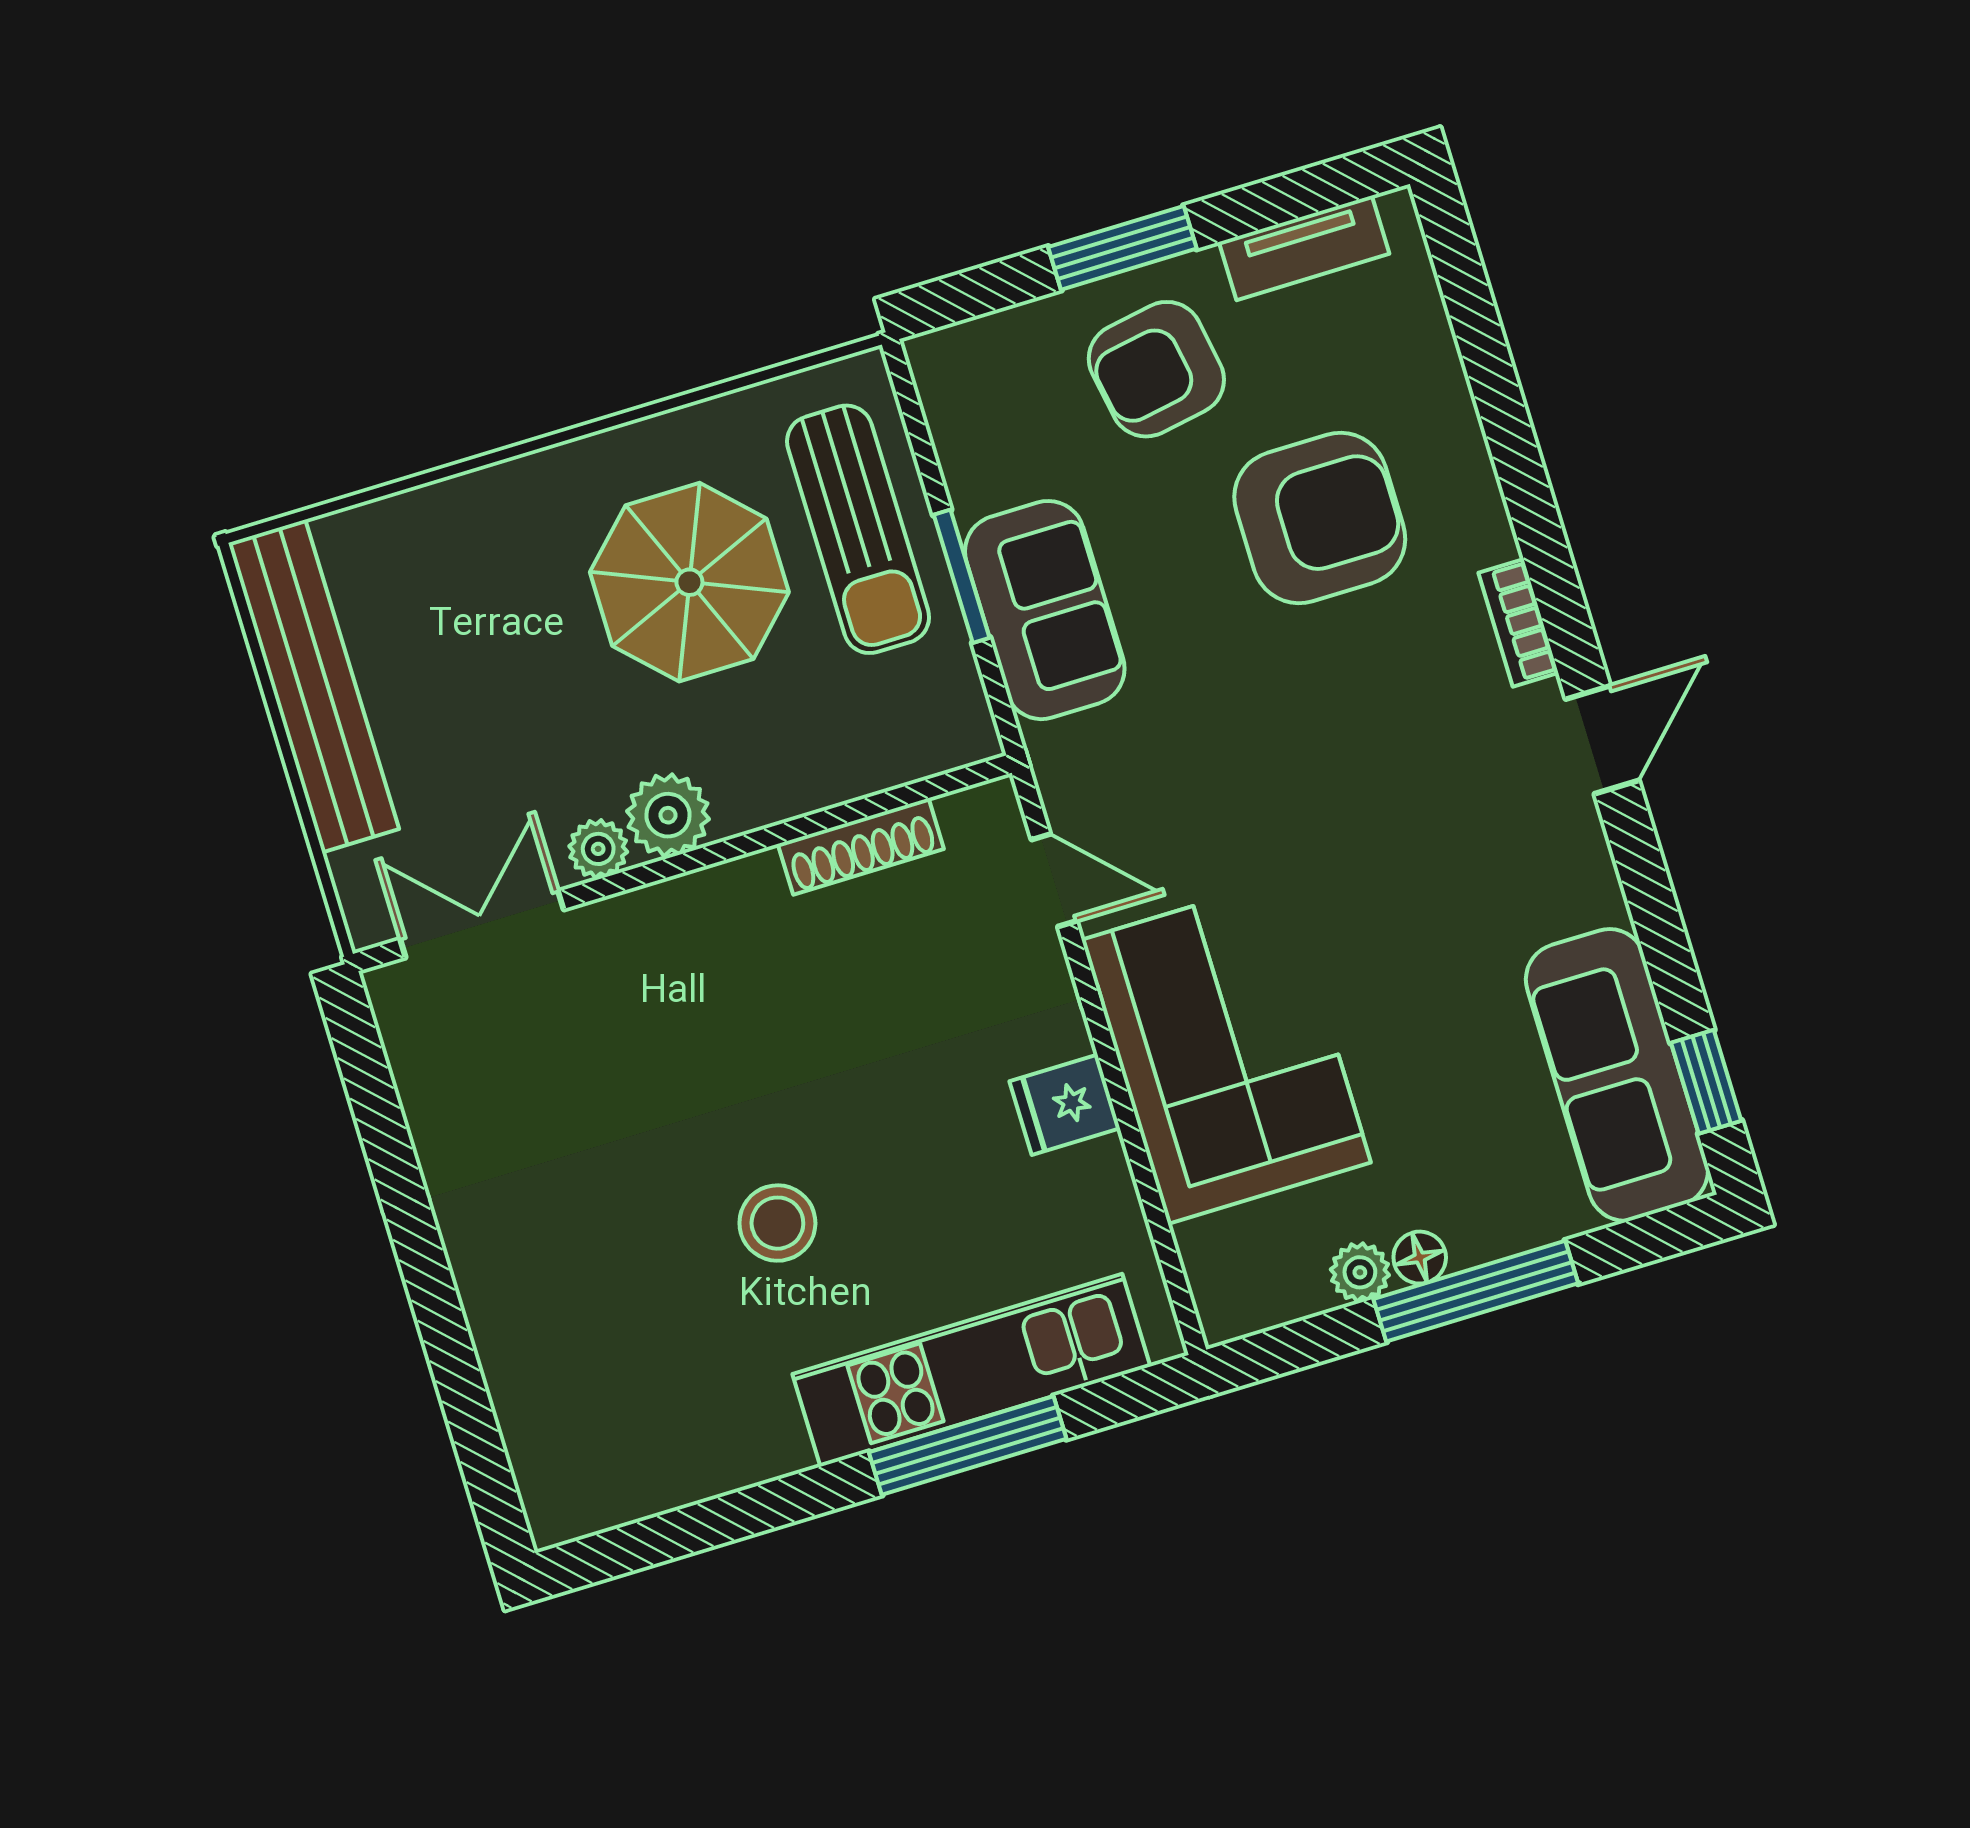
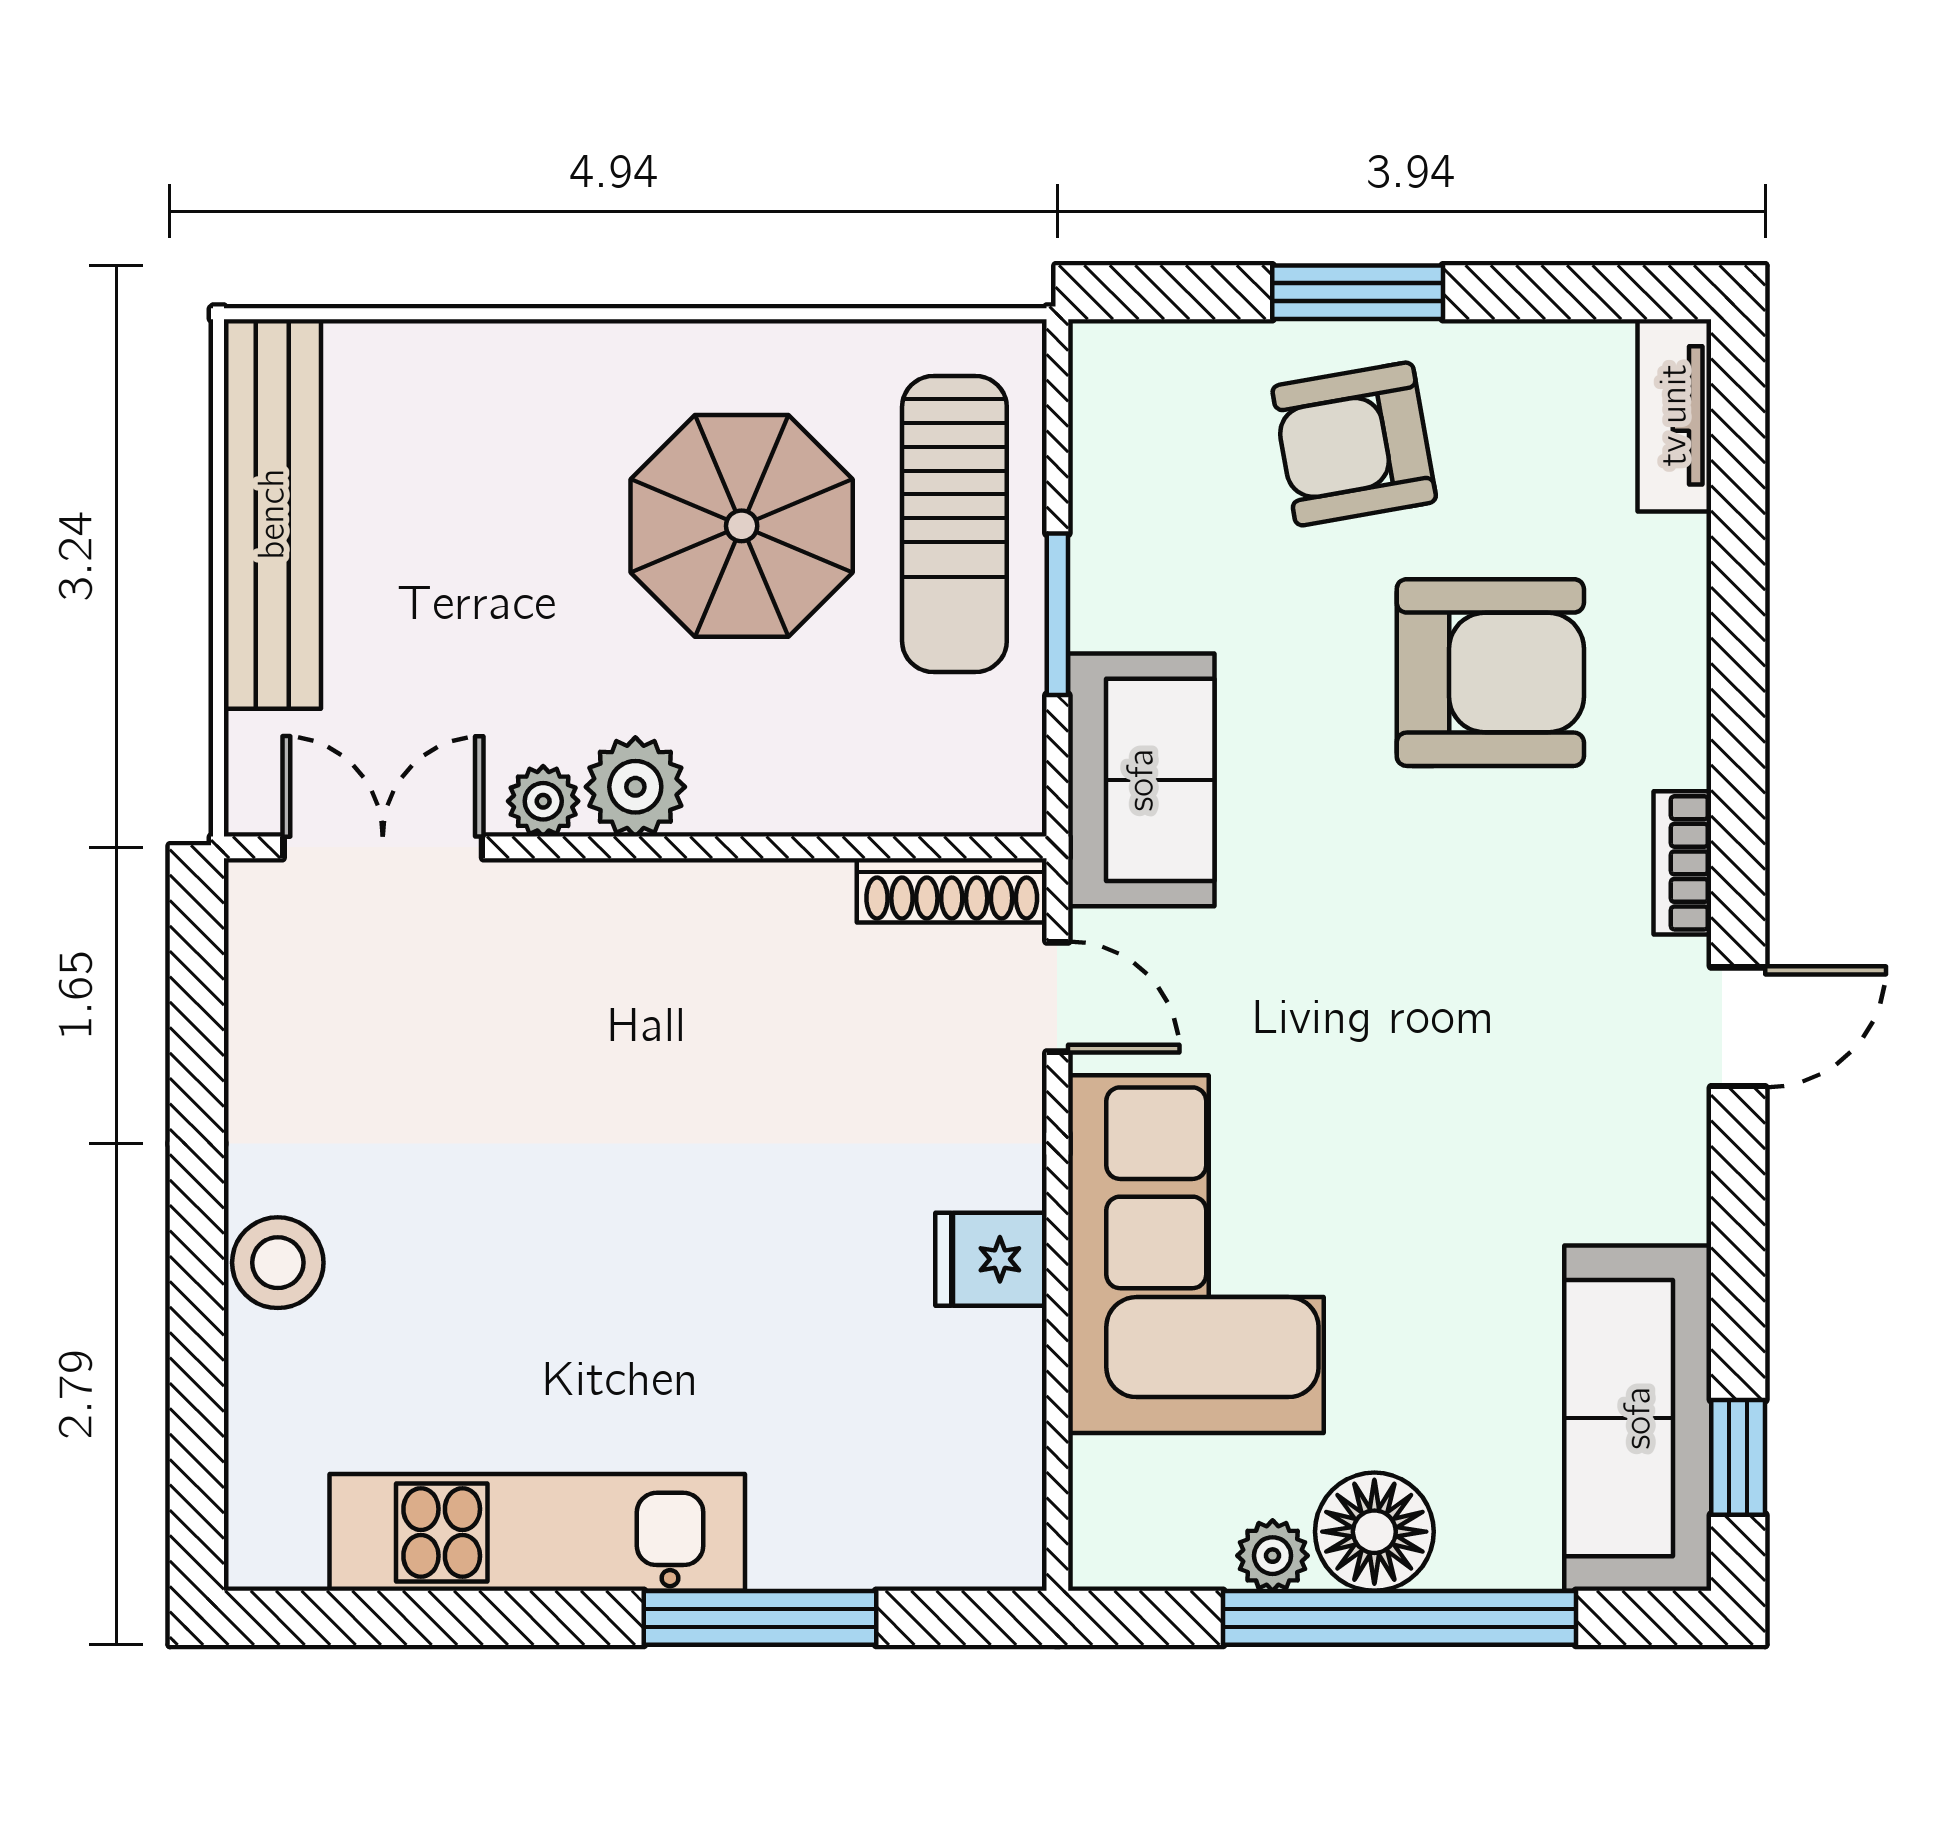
tv unit: (1304, 248) -> (1674, 415), moved, turned 90
sofa: (1045, 610) -> (1141, 780), moved
shoe rack: (861, 846) -> (952, 890), moved
stool: (777, 1223) -> (278, 1263), moved
floor lamp: (1420, 1258) -> (1374, 1532), width x1.89, depth x1.89
window: (1476, 1291) -> (1399, 1618), width x1.46
kitchen unit: (971, 1370) -> (537, 1532), moved

